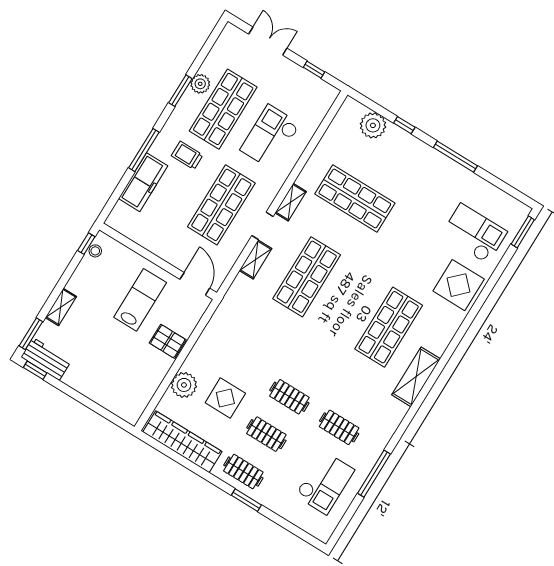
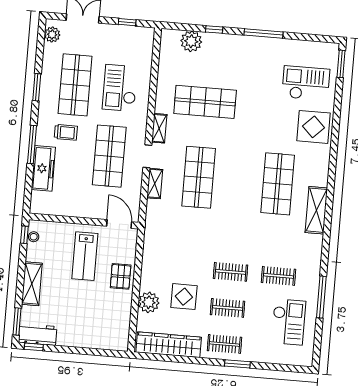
plant: (200, 84) -> (52, 35), moved
trolley: (187, 155) -> (66, 132), turned 180
lab bench: (140, 300) -> (85, 256), turned 180
shelving: (61, 307) -> (32, 284), width x1.50, depth x1.33
pallet: (168, 341) -> (121, 276), turned 90

